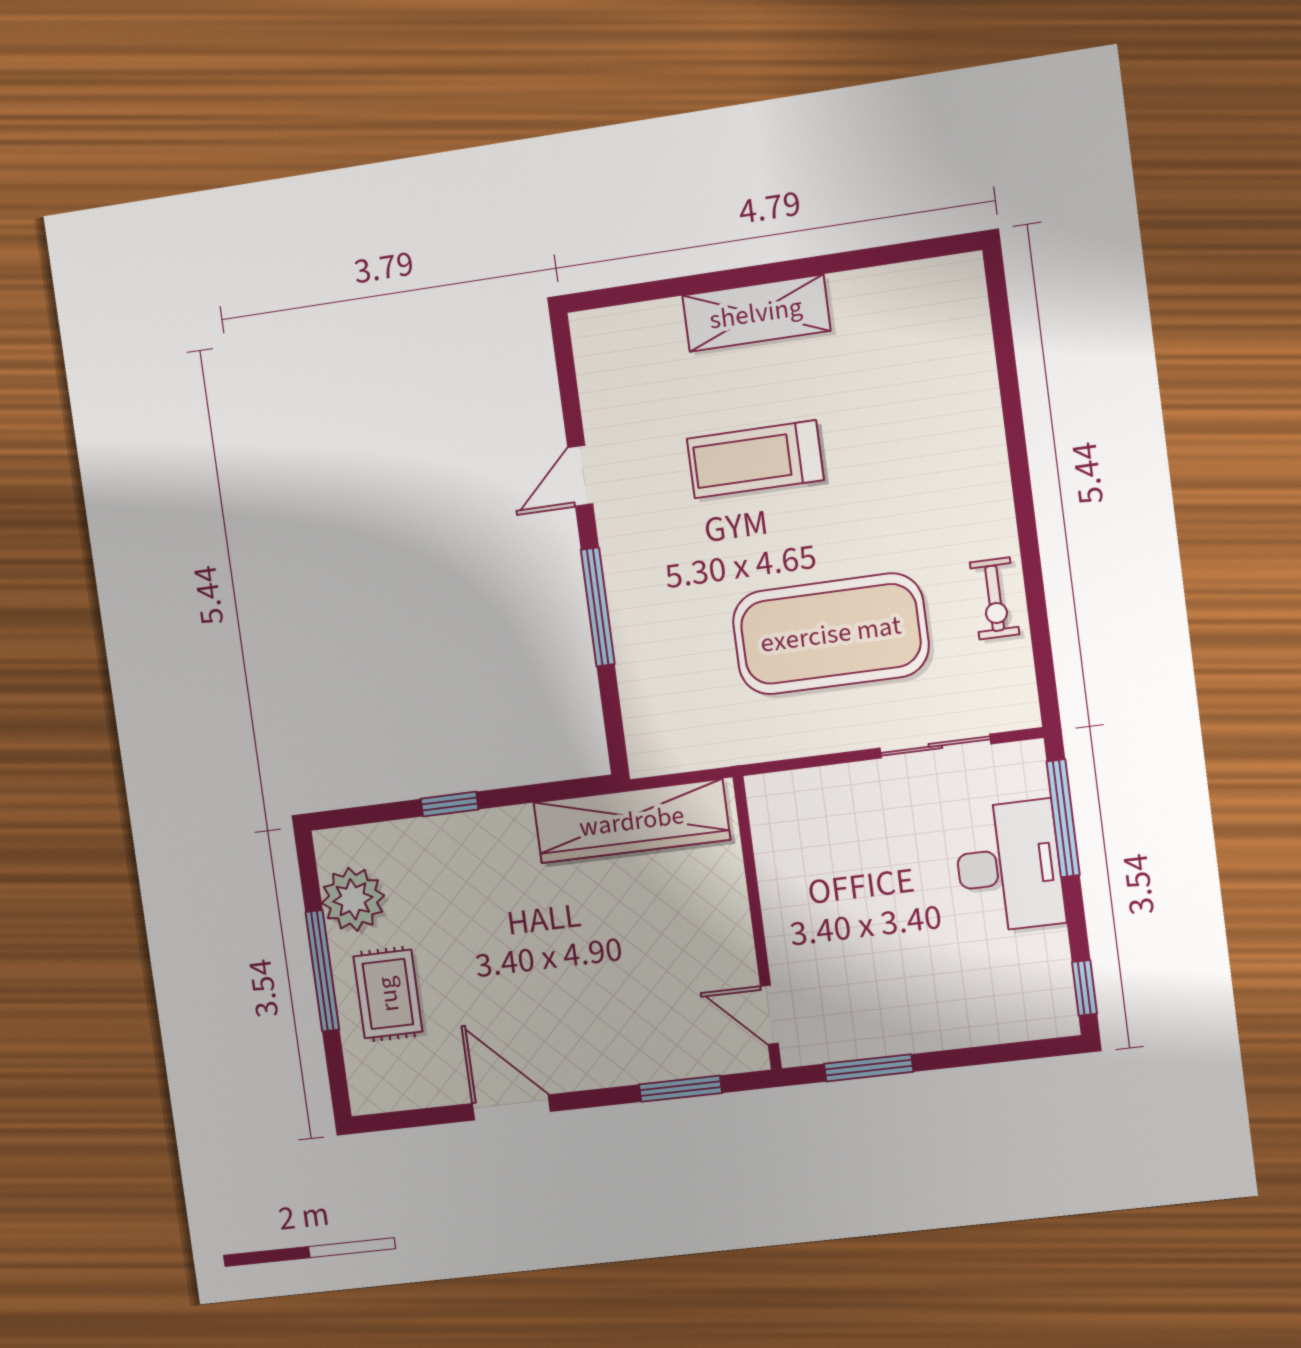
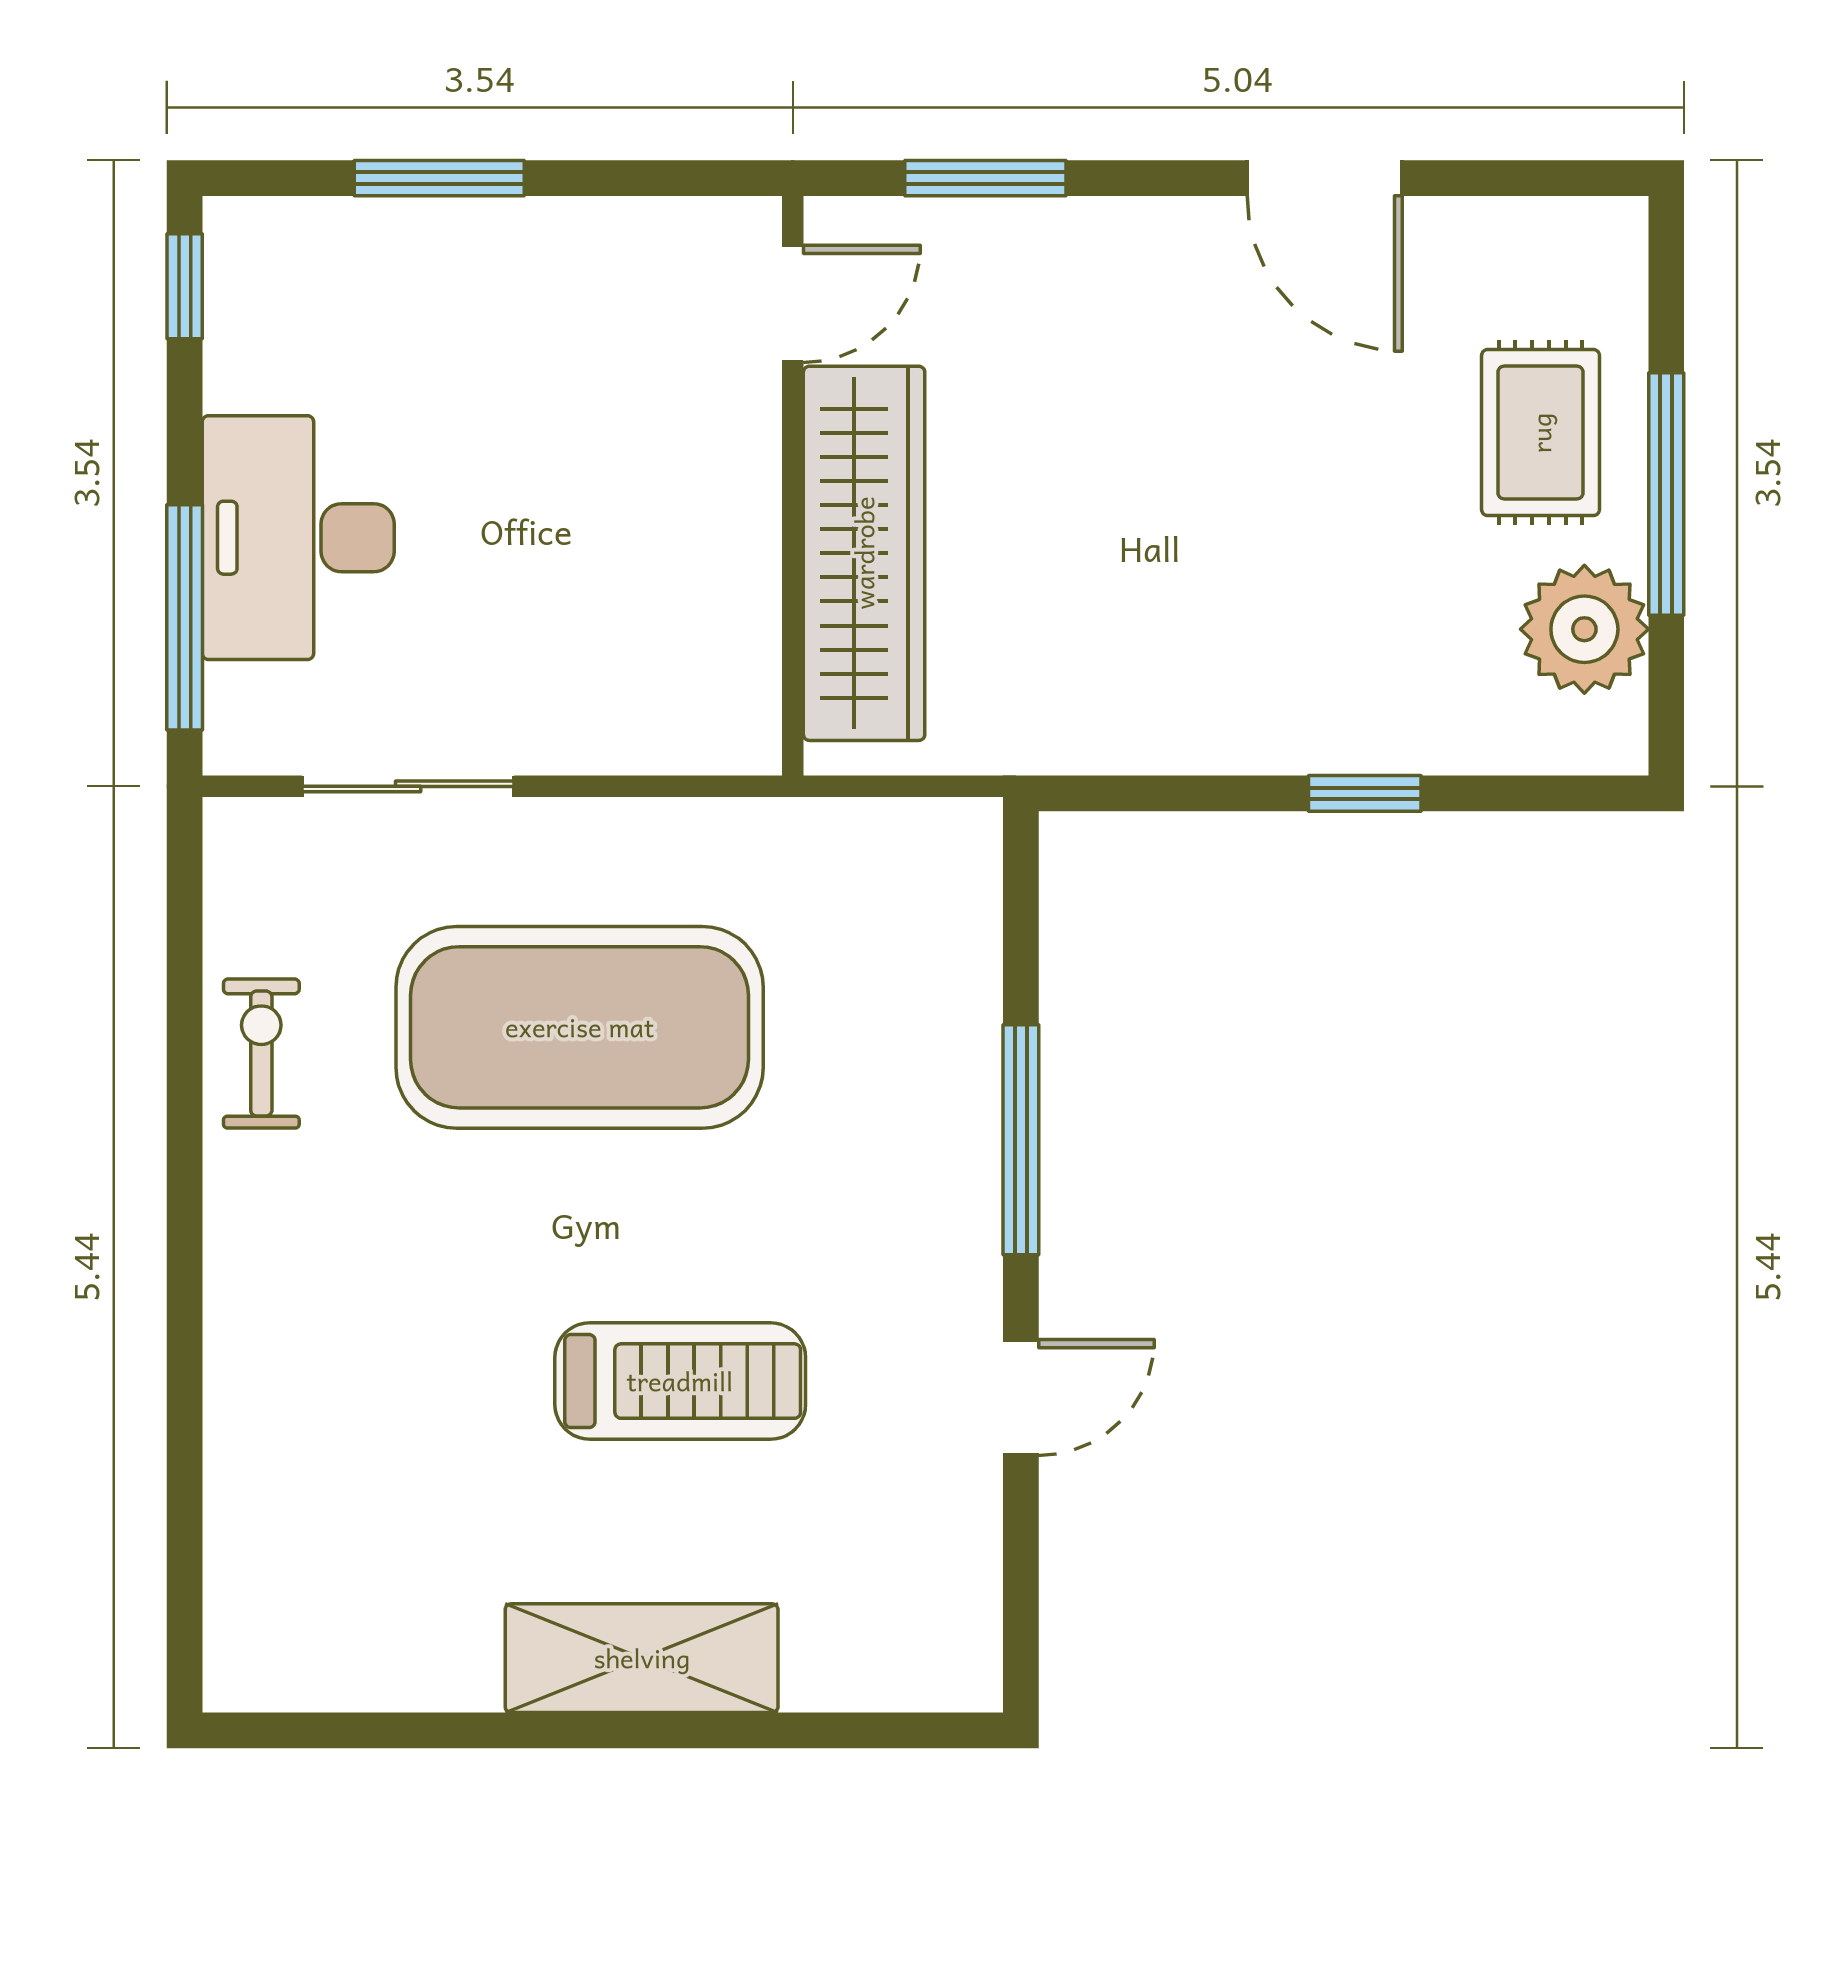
wardrobe: (632, 821) -> (864, 553), moved, turned 90
door: (769, 1015) -> (793, 304), hinge flipped
window: (869, 1068) -> (439, 178), moved

